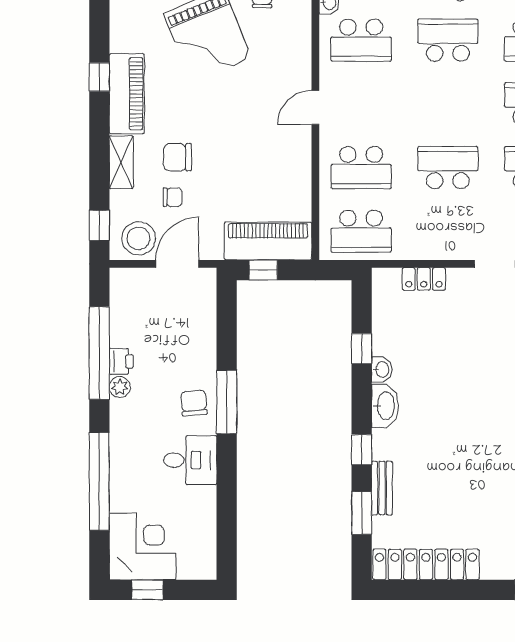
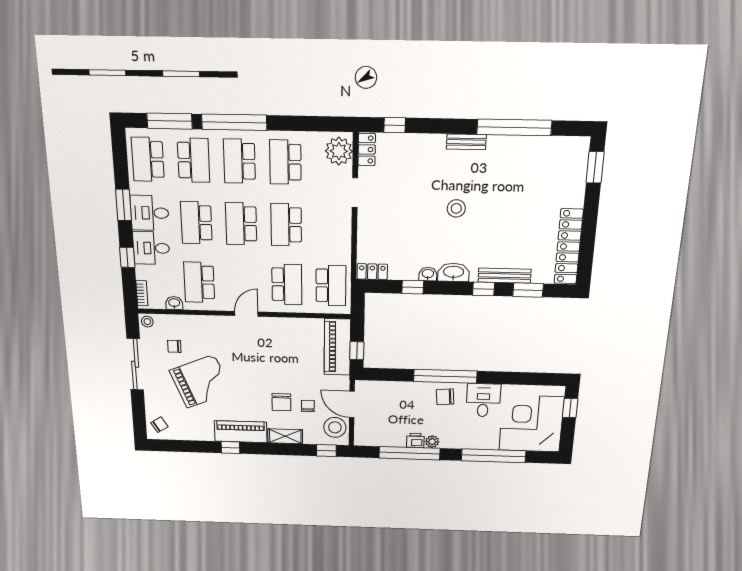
school desk: (361, 40) -> (199, 282), turned 180
school desk: (448, 104) -> (241, 224), added
door: (315, 108) -> (246, 314), swing flipped
locker: (424, 279) -> (372, 272), moved, turned -90
window: (227, 402) -> (445, 376), width x1.46
stool: (476, 405) -> (456, 208), added
bench: (382, 488) -> (505, 276), width x1.36
corner desk: (143, 546) -> (531, 424), width x1.36, depth x1.36
window: (147, 590) -> (570, 408), moved

